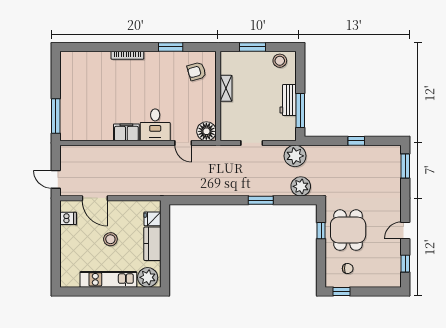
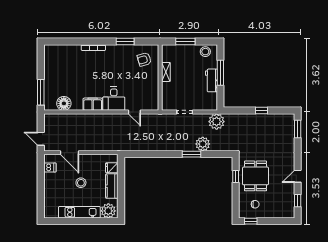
window: (300, 110) -> (220, 73), moved
floor lamp: (206, 131) -> (64, 103), moved
plant: (301, 186) -> (203, 144), moved

